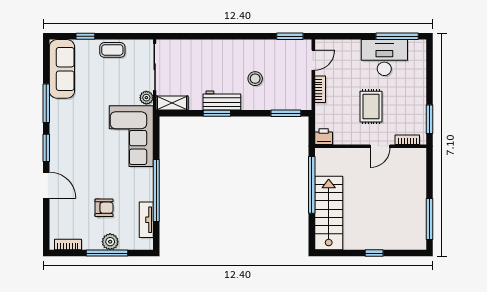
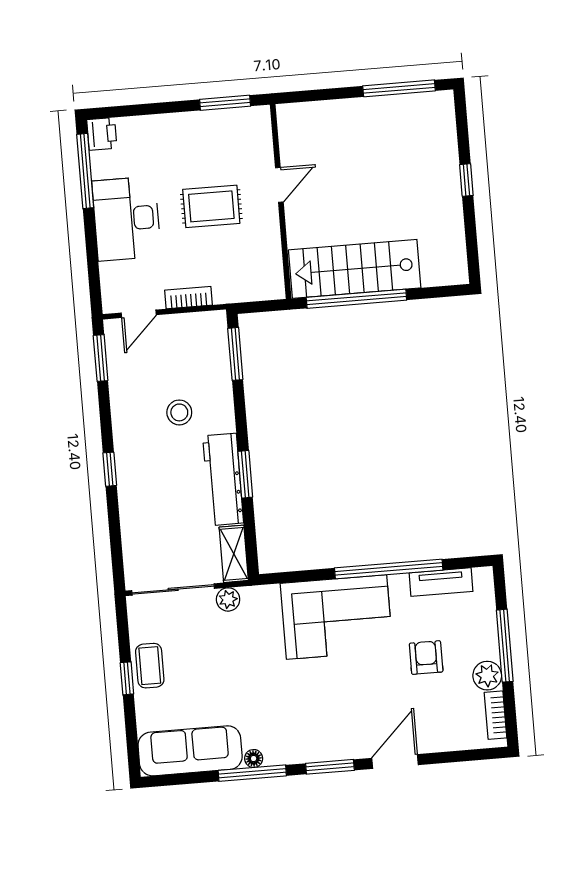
window: (85, 36) -> (127, 678), moved
window: (226, 36) -> (110, 469), added
desk: (384, 58) -> (126, 219), moved
door: (313, 60) -> (139, 314), swing flipped
workbench: (222, 100) -> (223, 479), width x1.38
floor lamp: (55, 105) -> (254, 759), added
corner sofa: (131, 136) -> (337, 617), moved
printer: (324, 137) -> (102, 134), moved, turned 180
bookcase: (407, 140) -> (264, 138), removed
door: (380, 146) -> (279, 185), hinge flipped
stairs: (329, 213) -> (355, 269), moved
plant: (110, 242) -> (487, 676), moved

